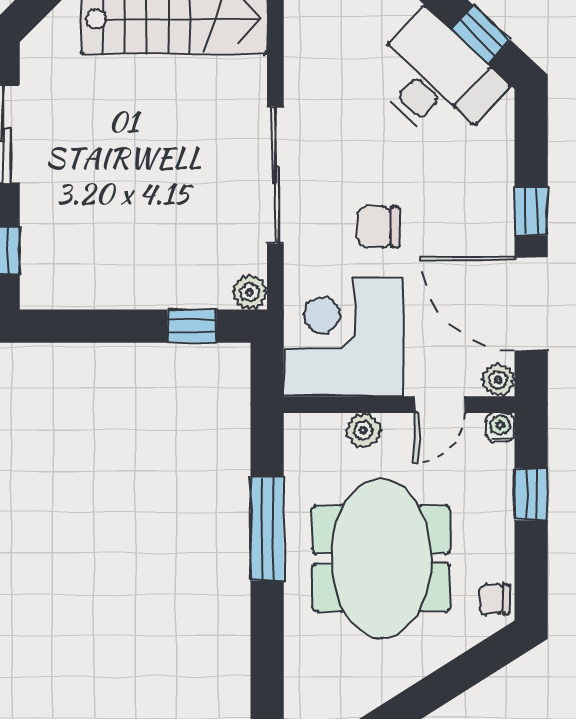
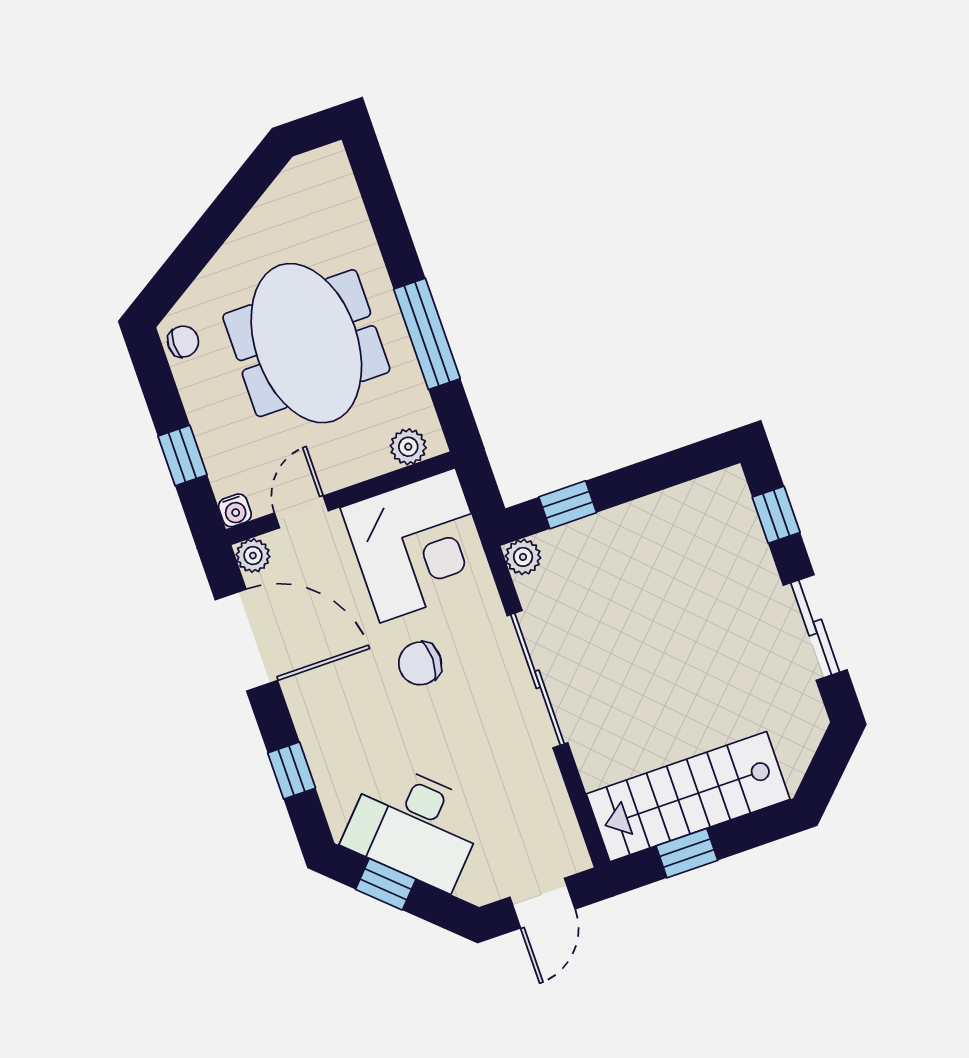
window: (531, 211) -> (292, 771), moved
chair: (378, 227) -> (420, 663), turned 180
plant: (363, 430) -> (408, 447), moved

